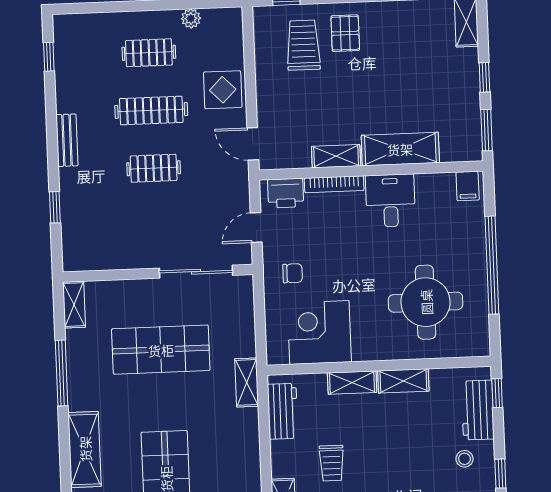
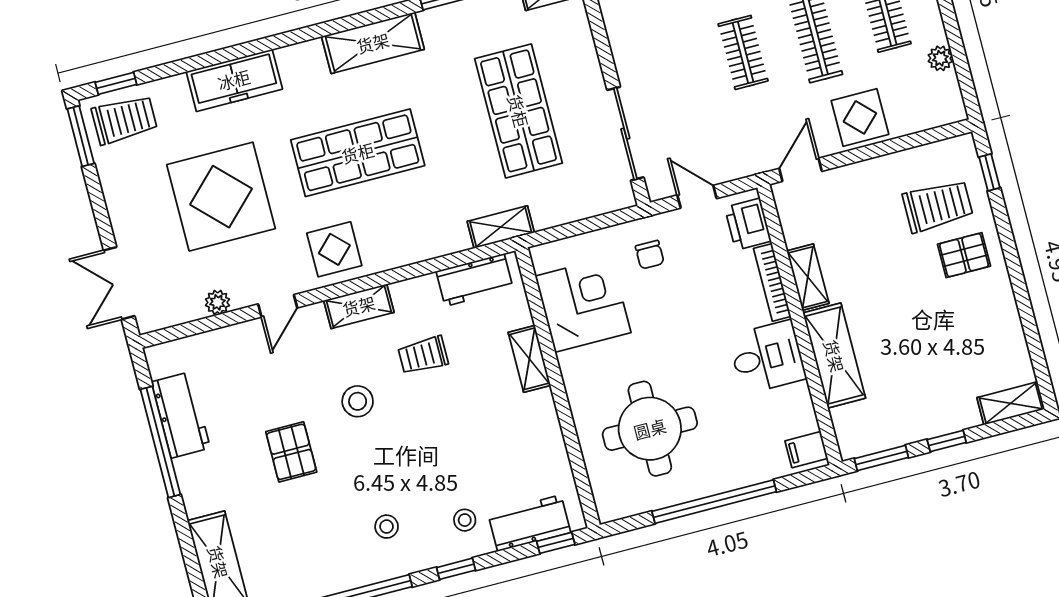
shelving: (403, 381) -> (545, 422), removed

